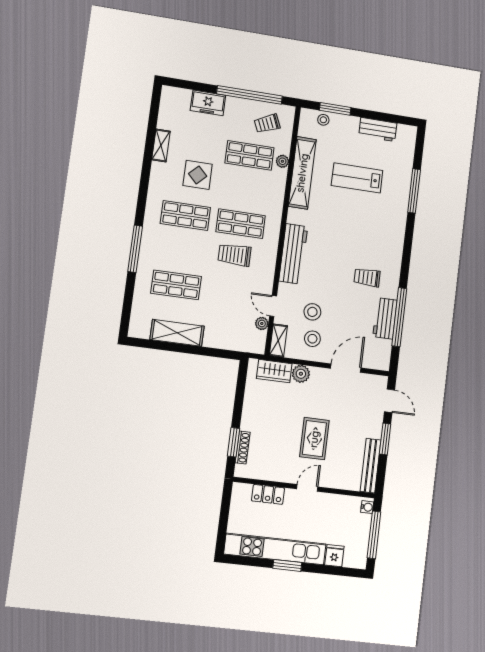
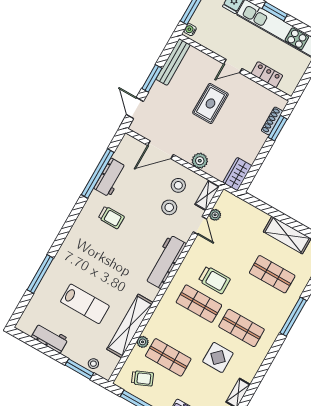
wardrobe: (274, 371) -> (237, 174), moved, turned -90

